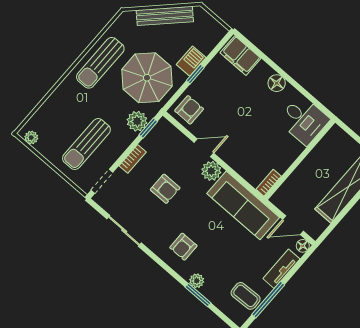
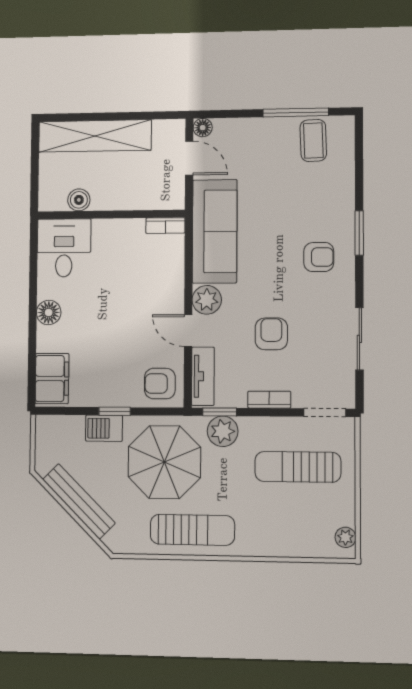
sun lounger: (86, 144) -> (298, 467), turned 180
boiler: (322, 149) -> (79, 200), added
tv unit: (281, 269) -> (203, 376), moved, turned -90
plant: (197, 281) -> (344, 209), removed
window: (198, 295) -> (359, 233), moved

